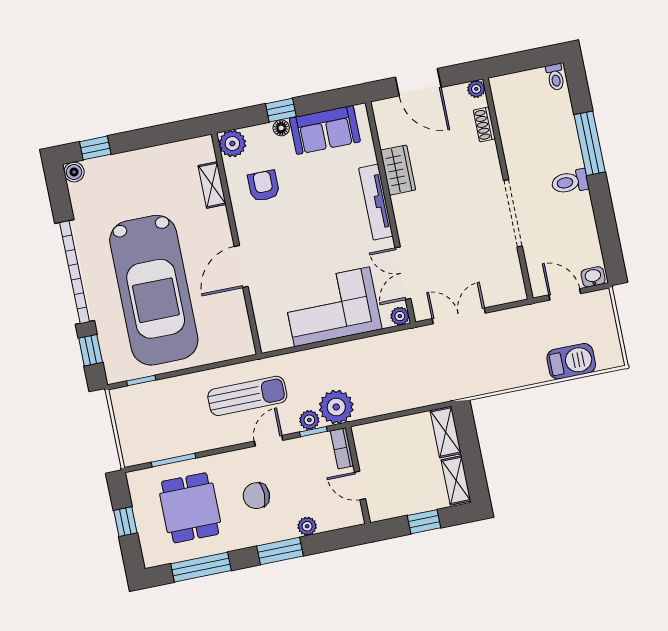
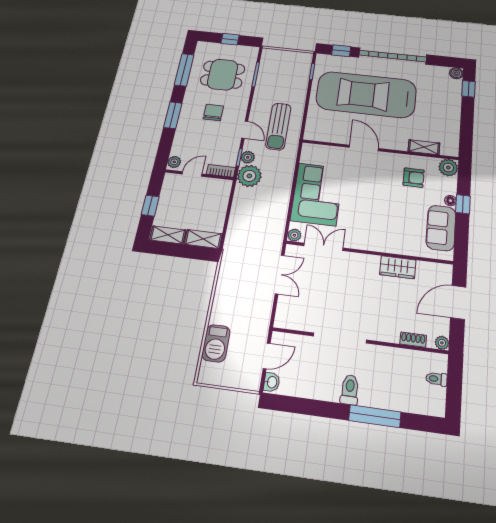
toilet: (555, 77) -> (436, 379), moved
tv unit: (376, 202) -> (380, 245), removed
plant: (307, 526) -> (174, 162), moved

